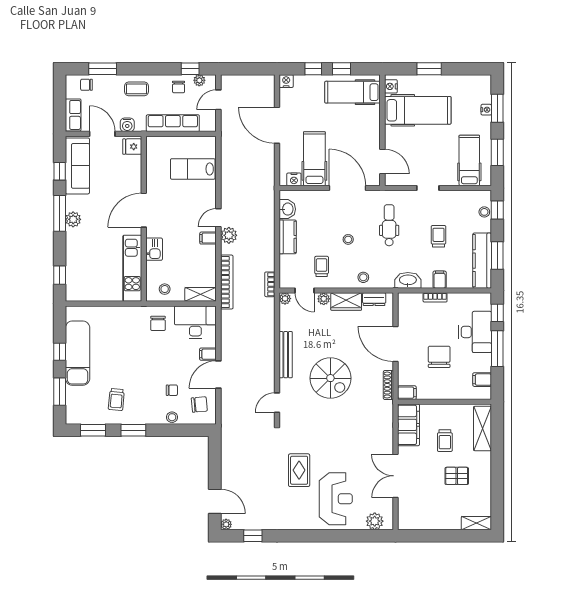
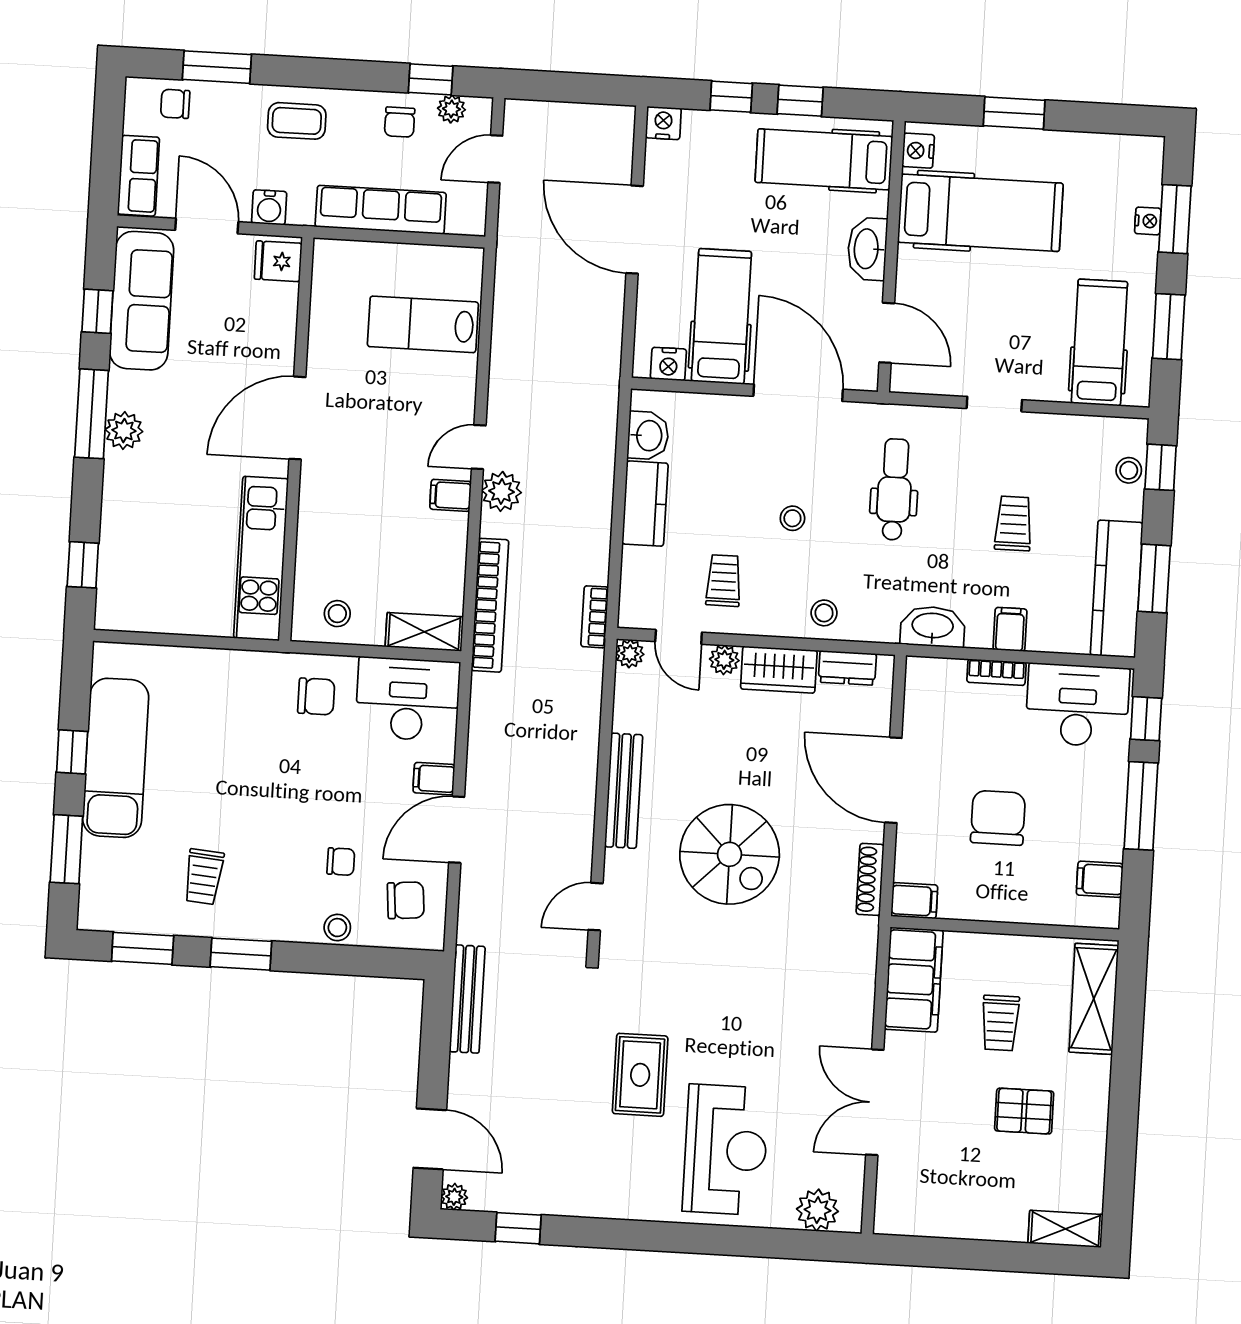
washbasin: (372, 128) -> (867, 249), added
kitchen sink: (154, 249) -> (317, 515), removed
chair: (158, 323) -> (316, 696), turned -90
desk: (475, 332) -> (1077, 705), moved, turned -90
bench: (227, 443) -> (467, 999), added

